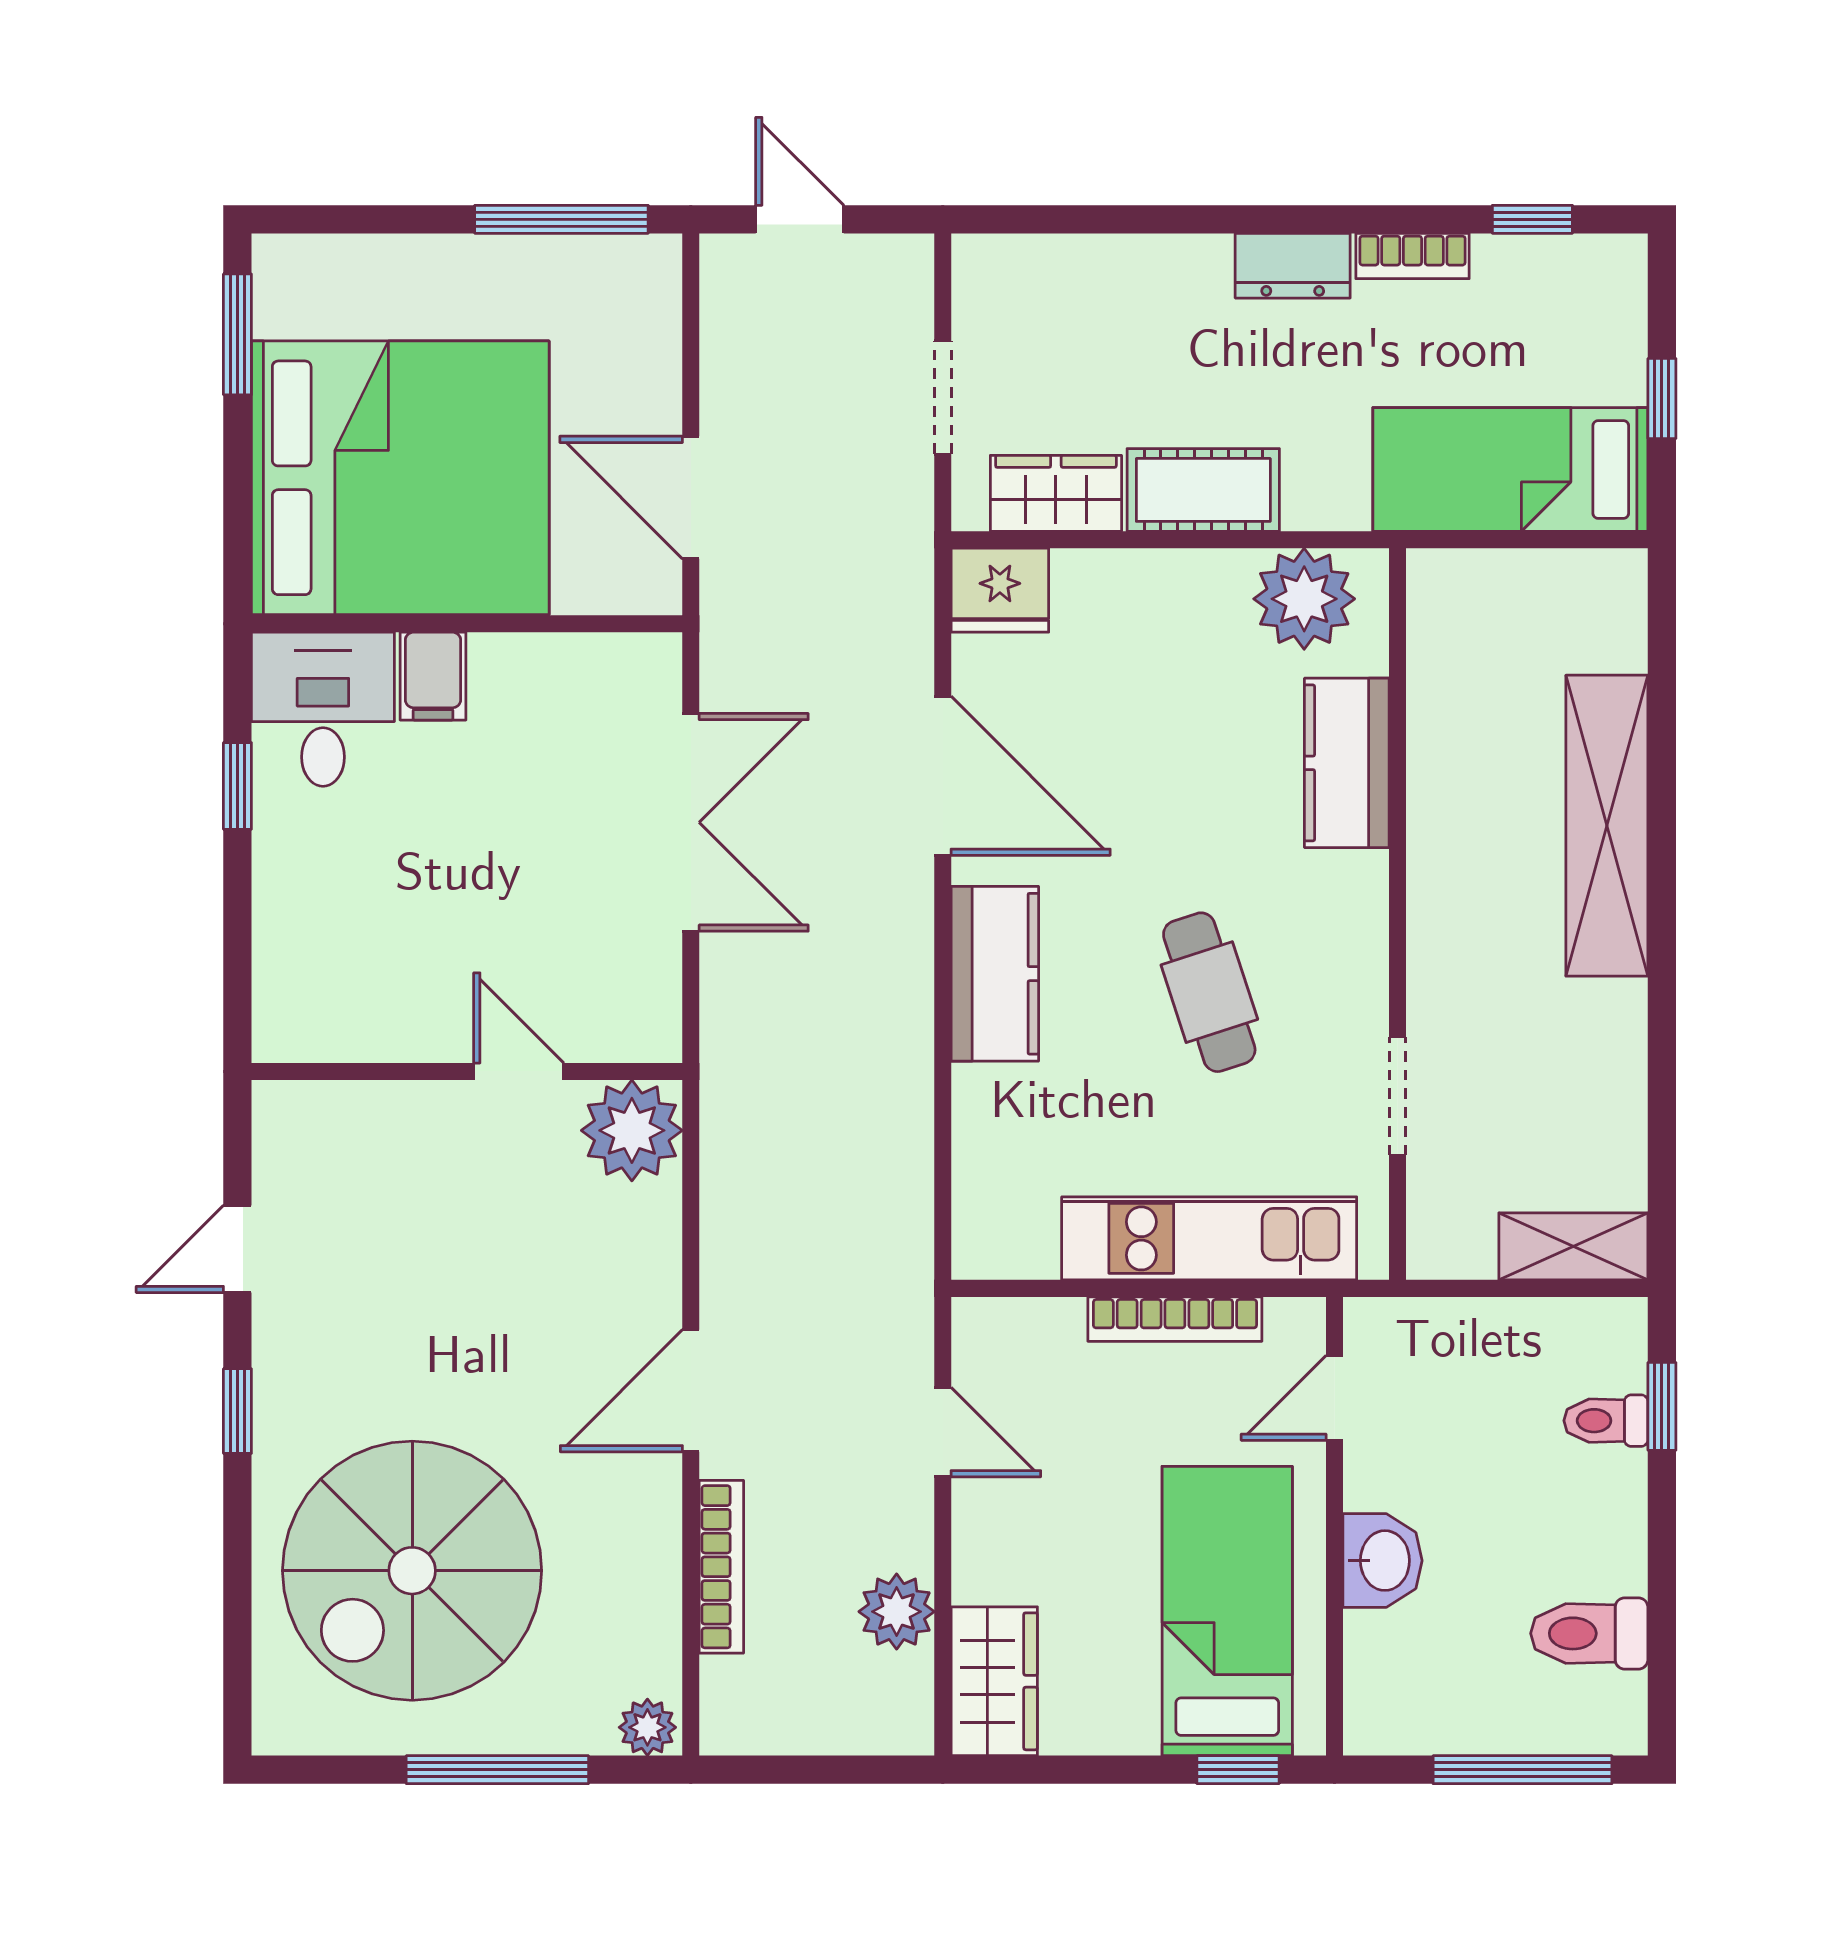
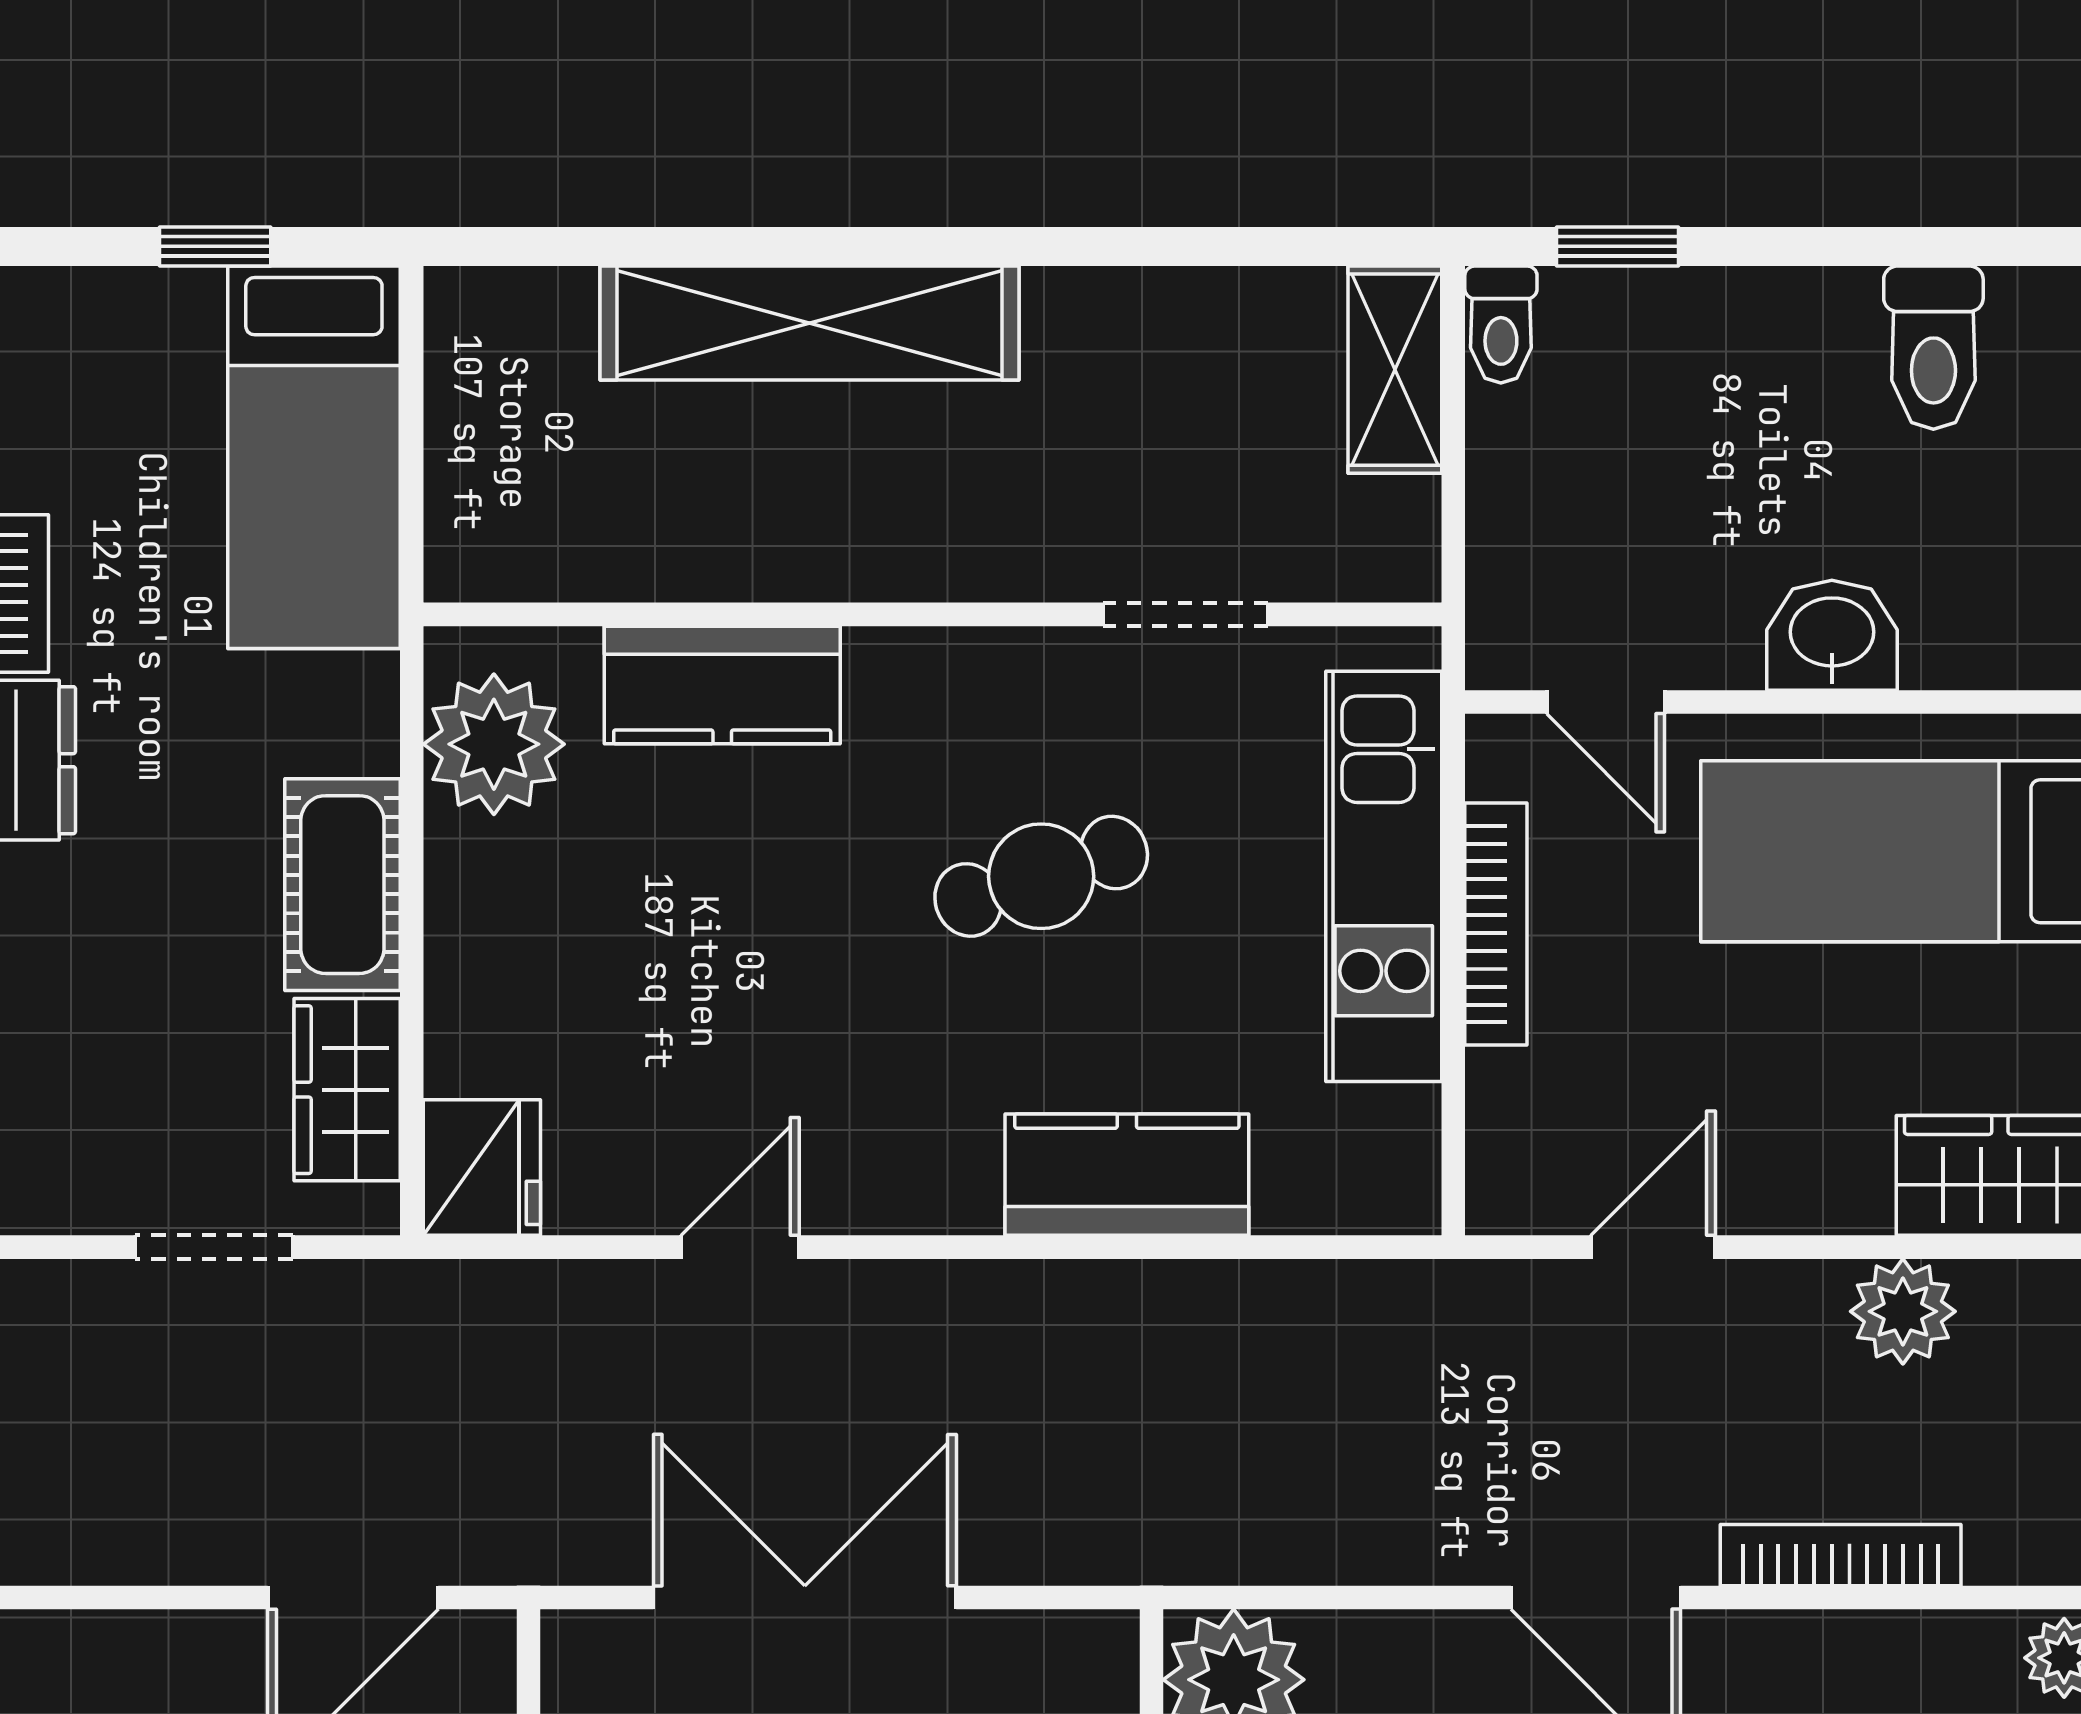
door: (943, 776) -> (740, 1247), width x0.53
kitchen counter: (995, 974) -> (1127, 1175), moved
toilet: (1606, 1421) -> (1501, 324), moved

